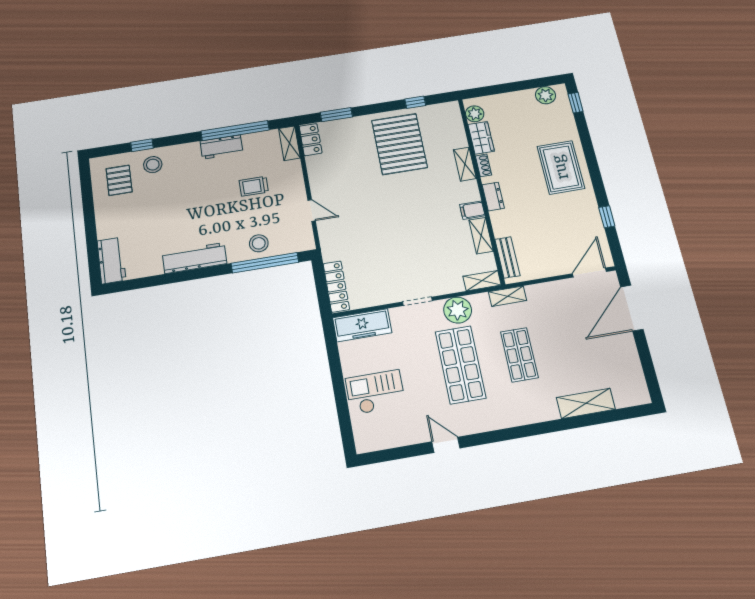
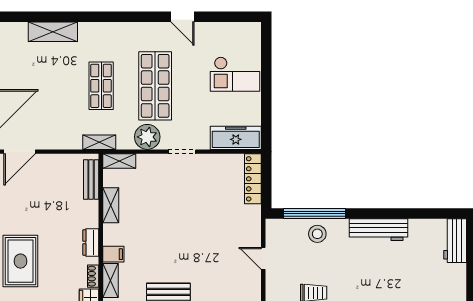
filing cabinet: (472, 210) -> (113, 254), moved

